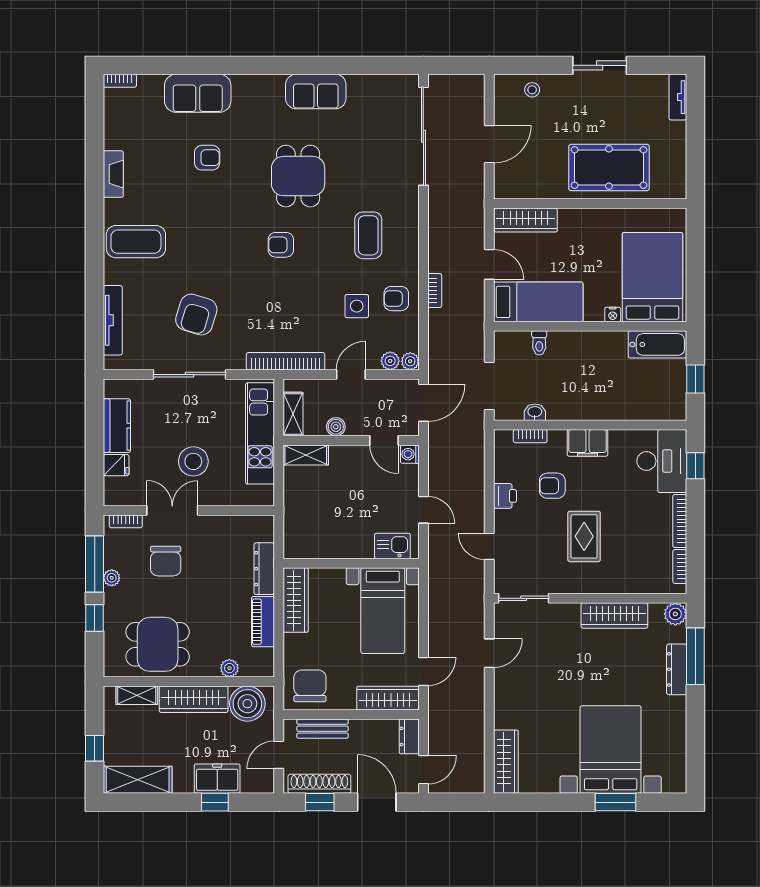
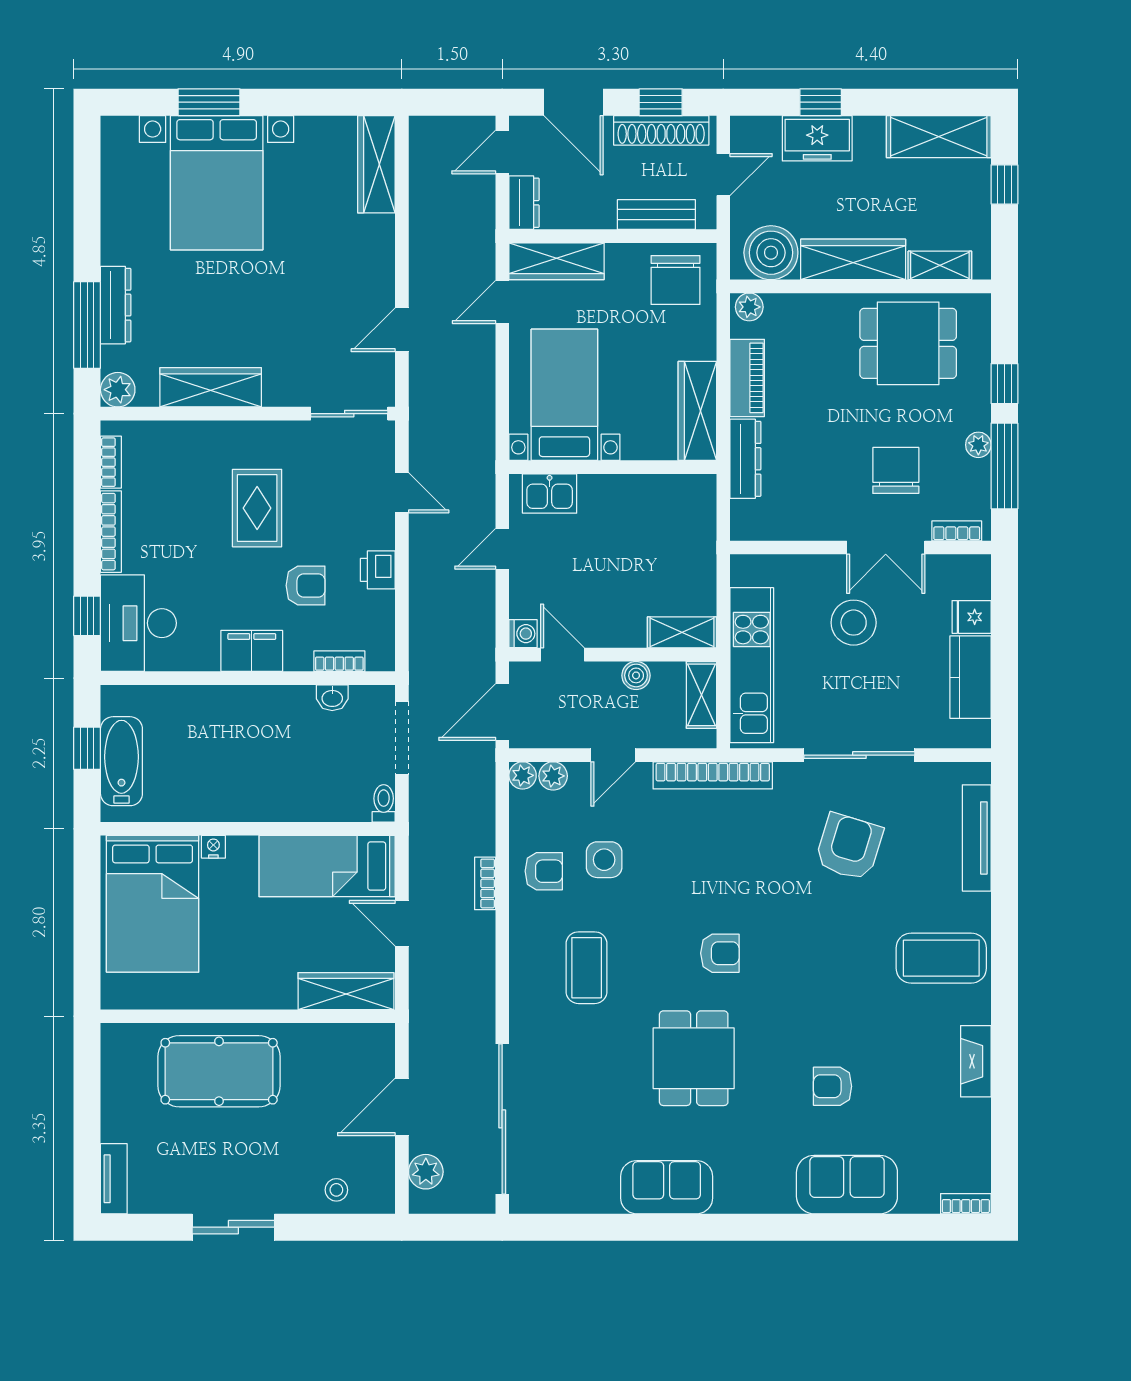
plant: (474, 102) -> (426, 1172), added
toilet: (539, 343) -> (384, 803), moved
bathtub: (657, 344) -> (121, 761), moved, turned 90
door: (423, 510) -> (502, 549), hinge flipped
plant: (229, 668) -> (749, 307), moved

